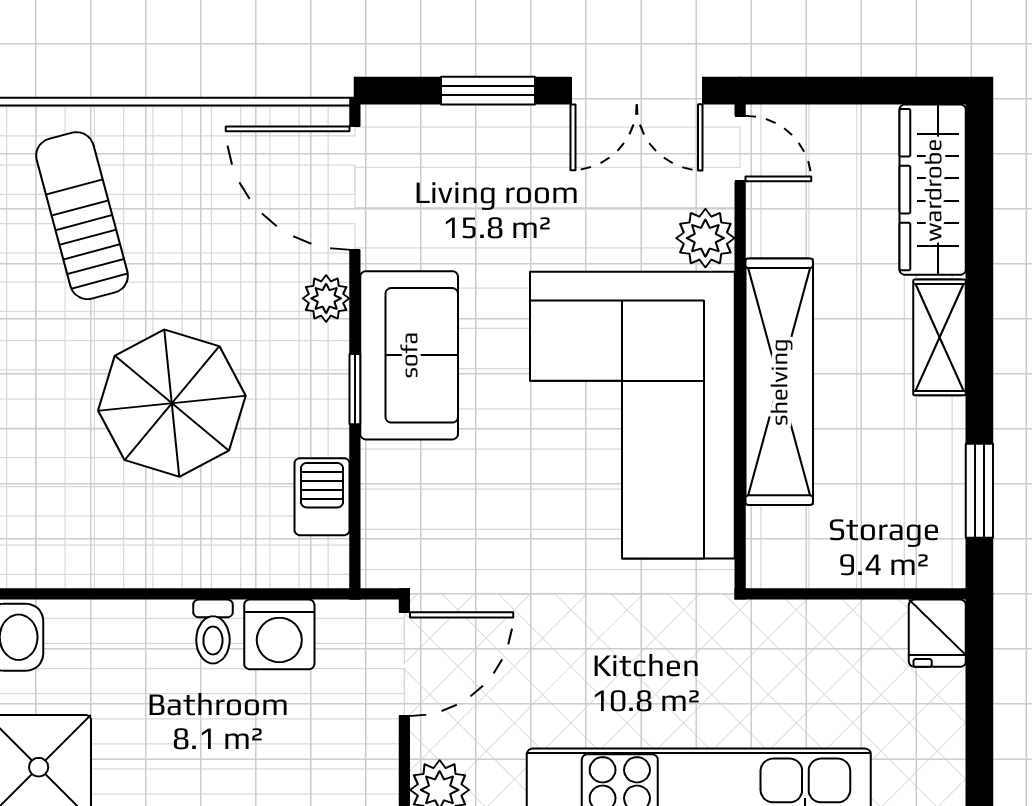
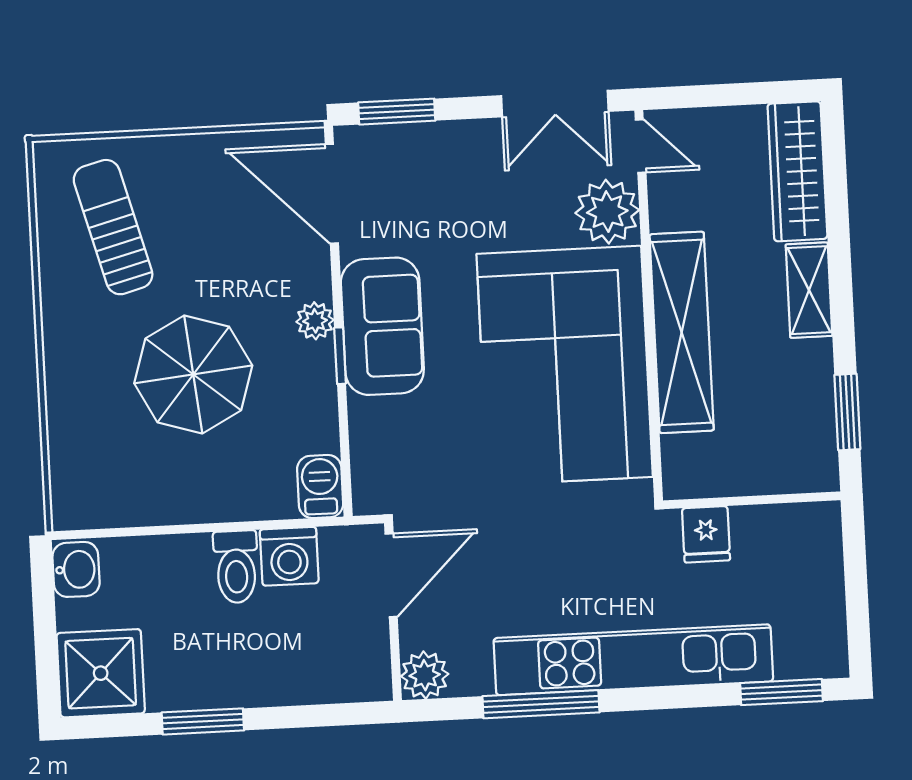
window: (488, 91) -> (397, 112), moved
plant: (705, 238) -> (607, 212), width x1.36, depth x1.36
plant: (326, 298) -> (315, 321), moved
barbecue: (322, 497) -> (320, 486), moved
toilet: (213, 632) -> (236, 567), width x1.37, depth x1.39
fridge: (937, 633) -> (706, 534), moved

